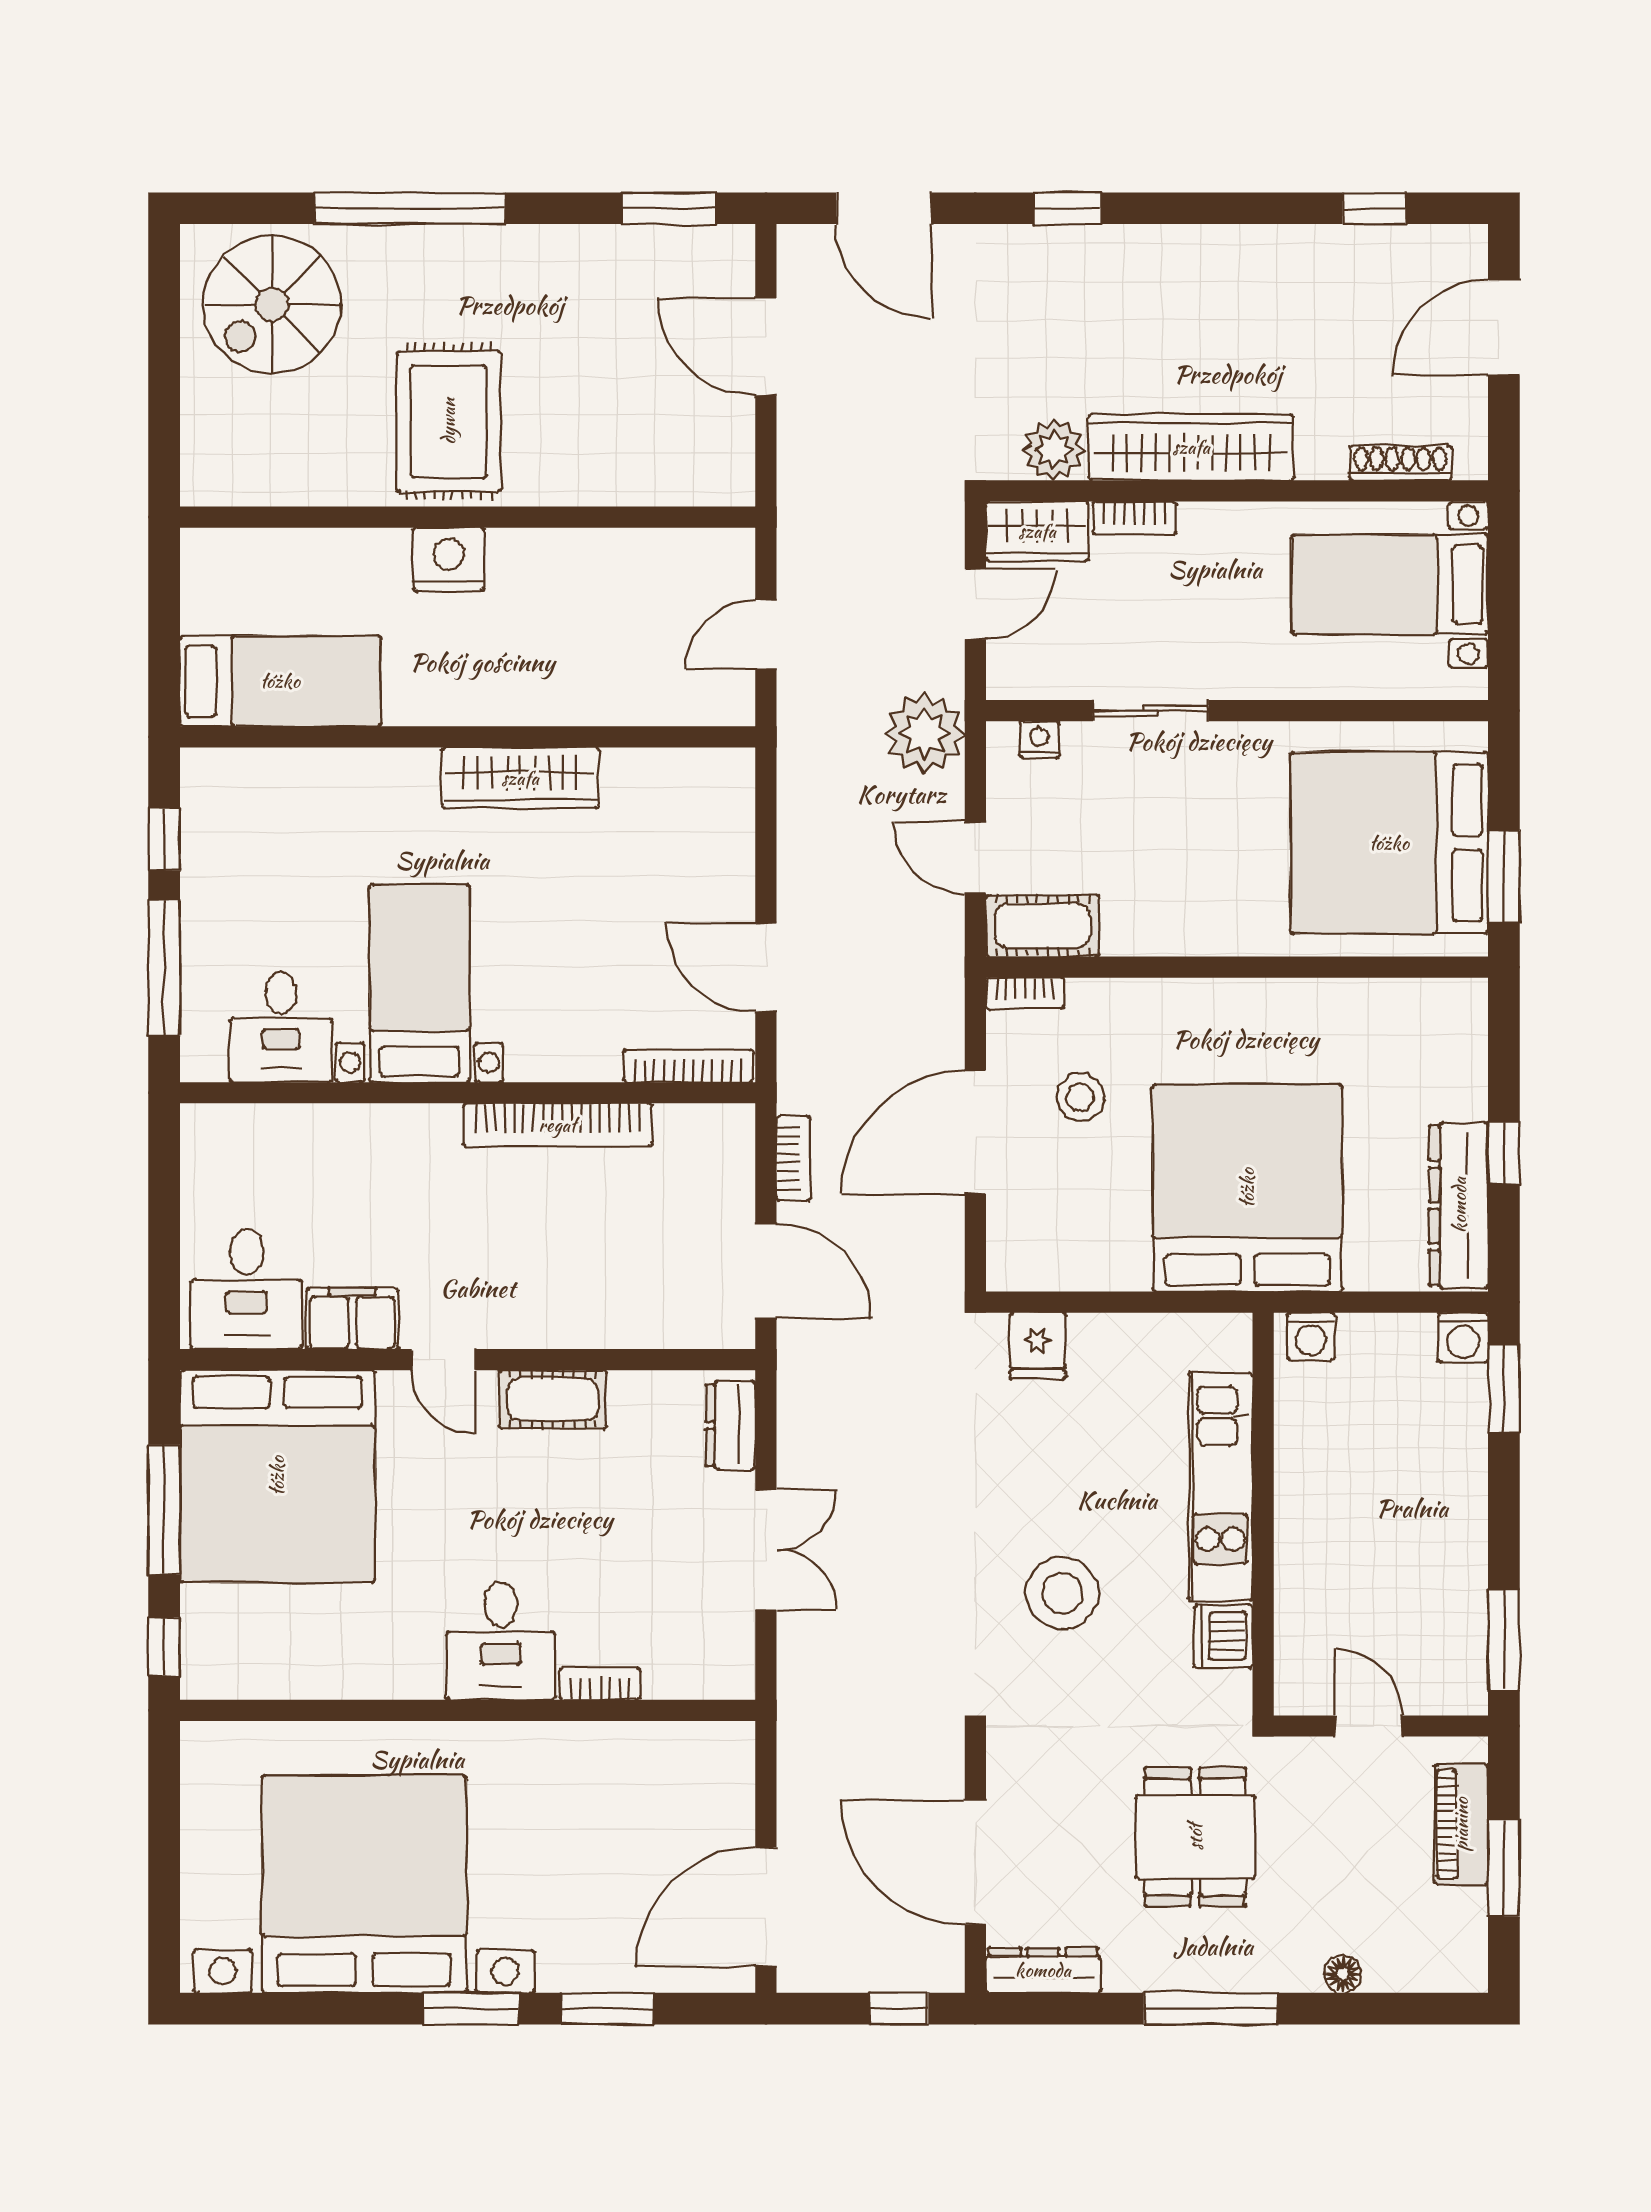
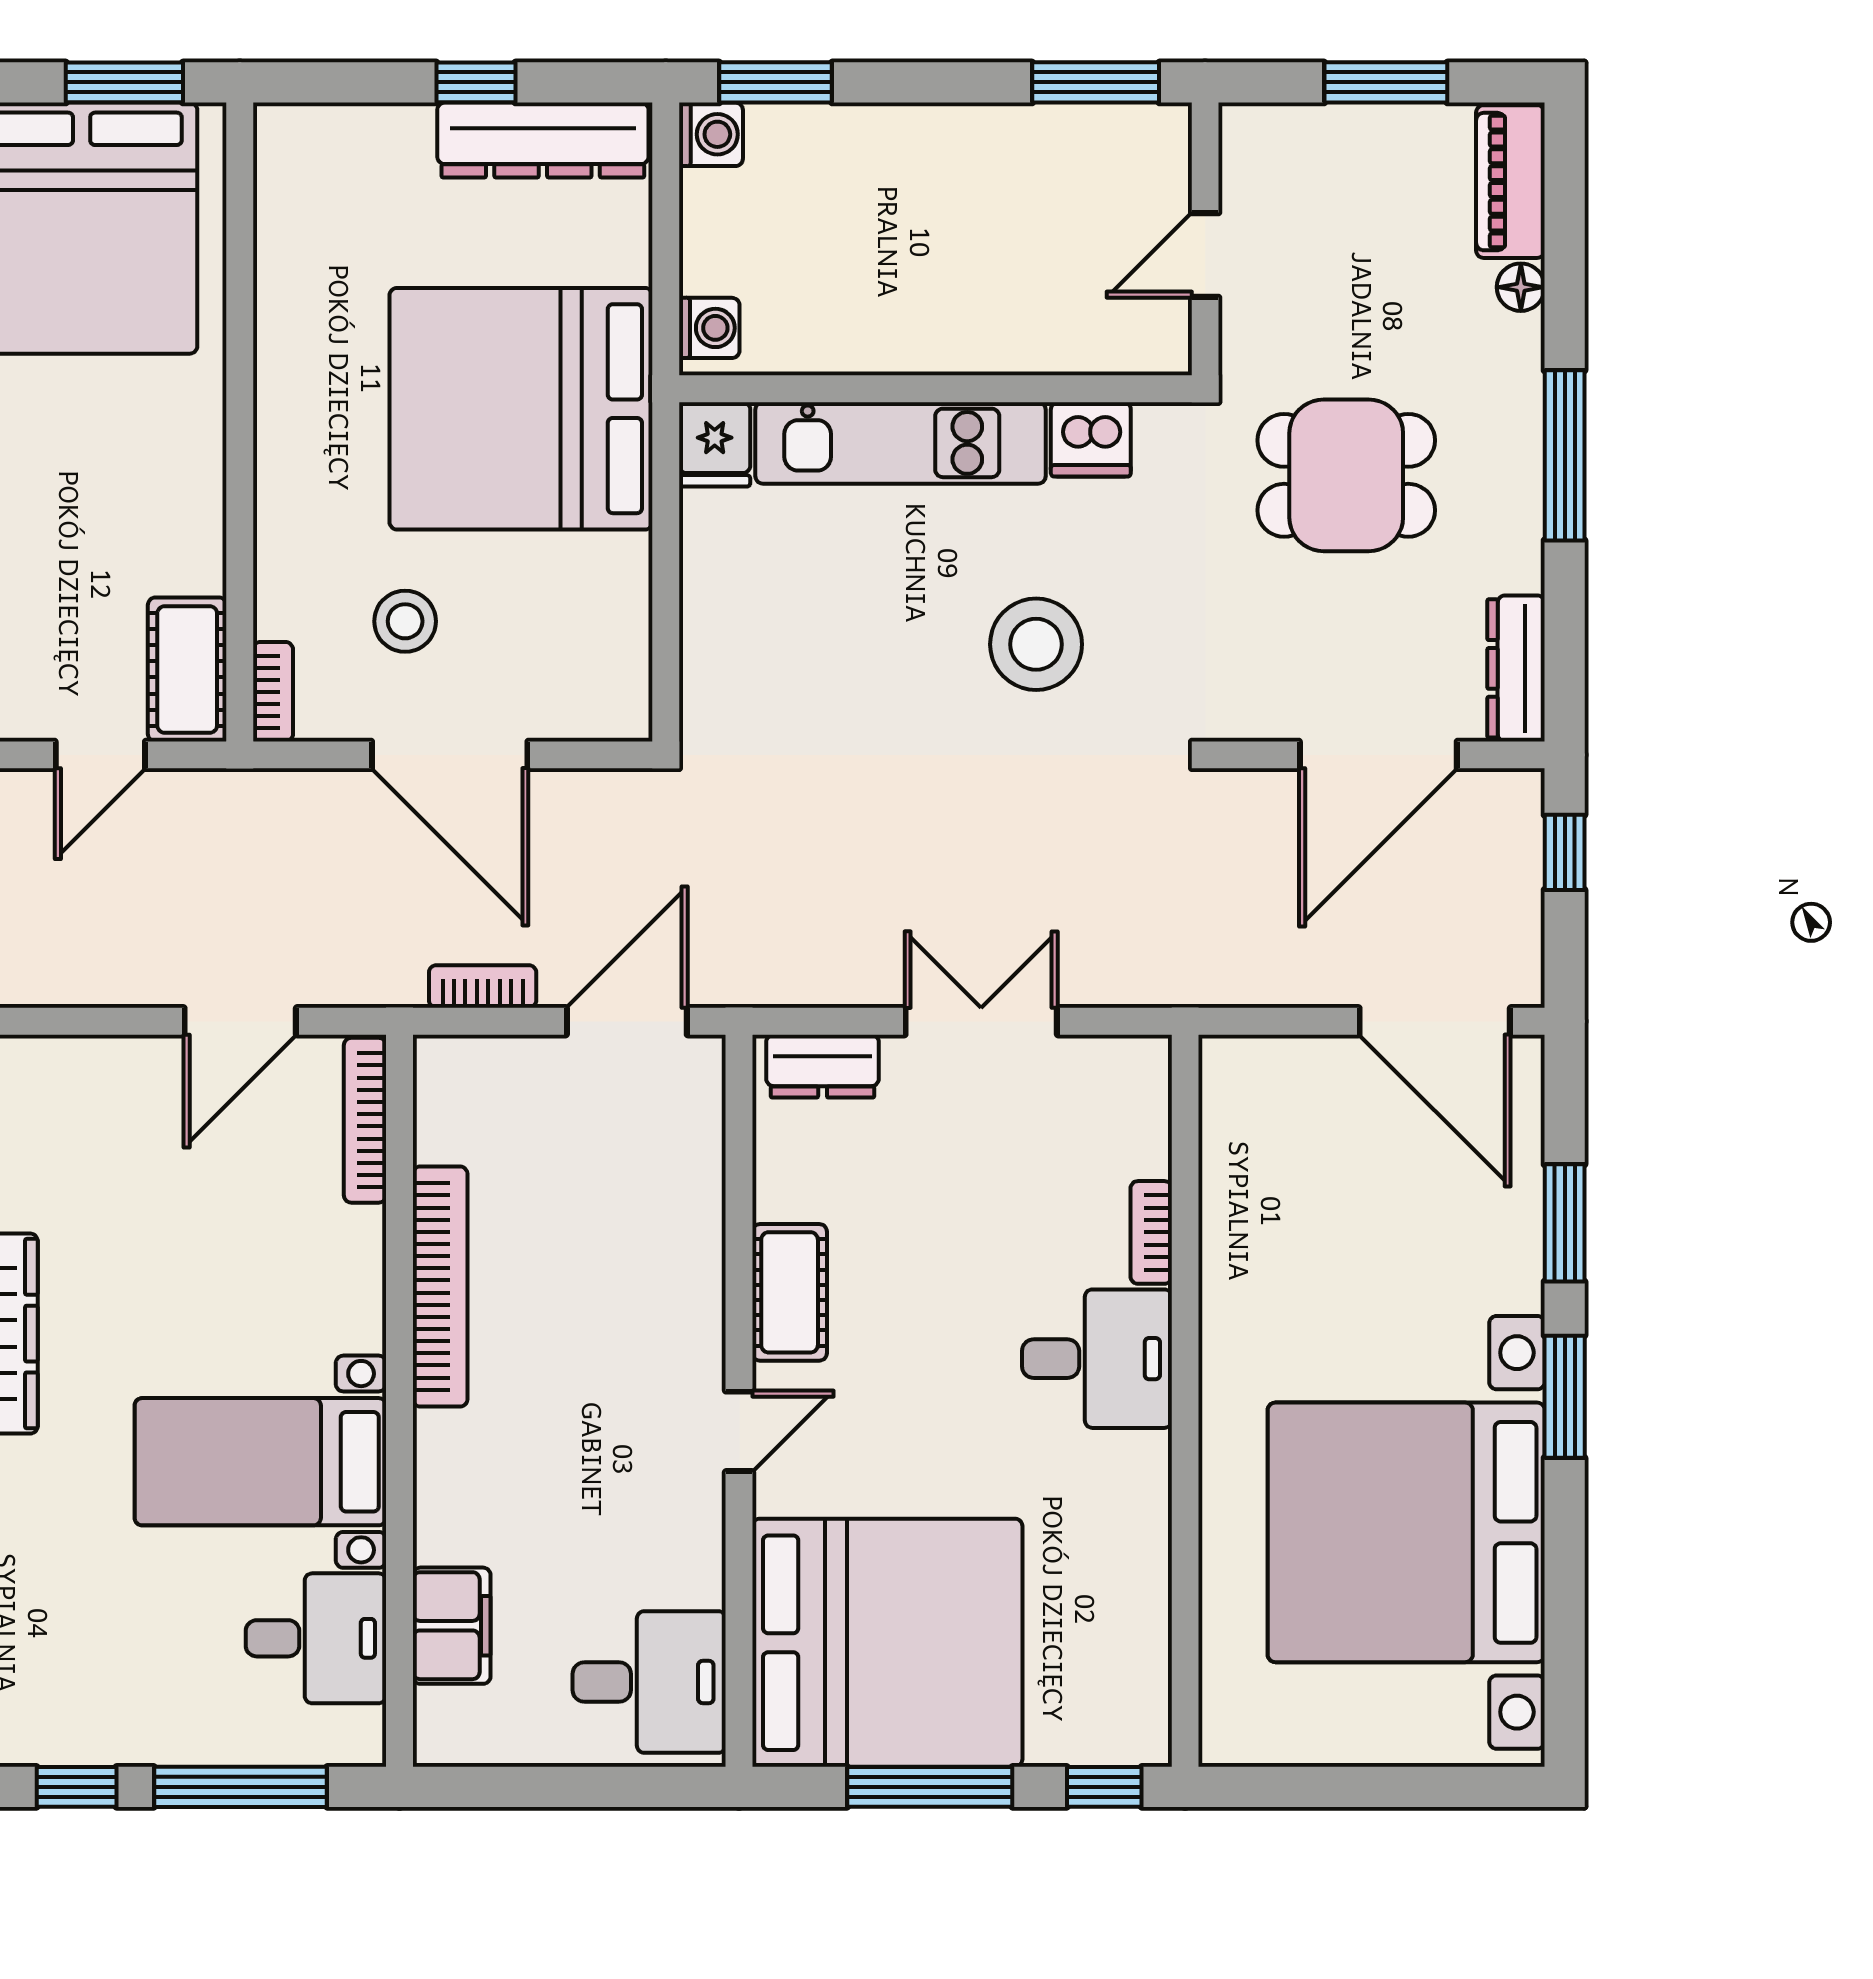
filing cabinet: (352, 1319) -> (452, 1626), moved, turned 180
fridge: (1038, 1346) -> (715, 444), moved, turned 90
piano: (1461, 1824) -> (1510, 182), moved, turned 90

